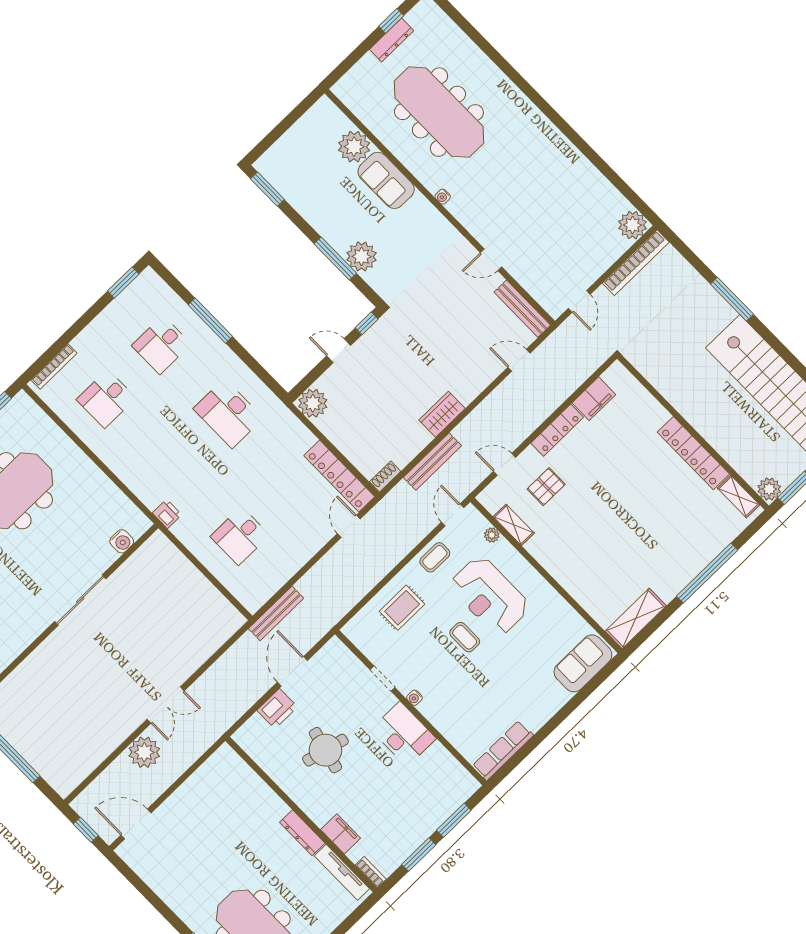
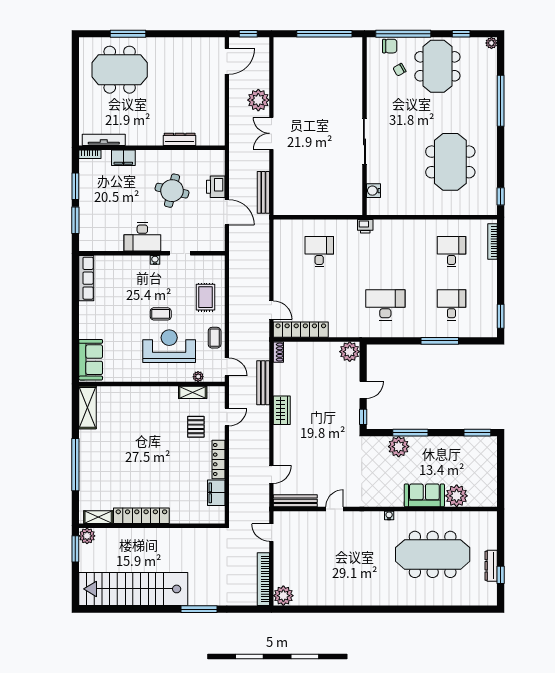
bench: (276, 613) -> (263, 192), moved
dresser: (302, 833) -> (180, 139), moved

